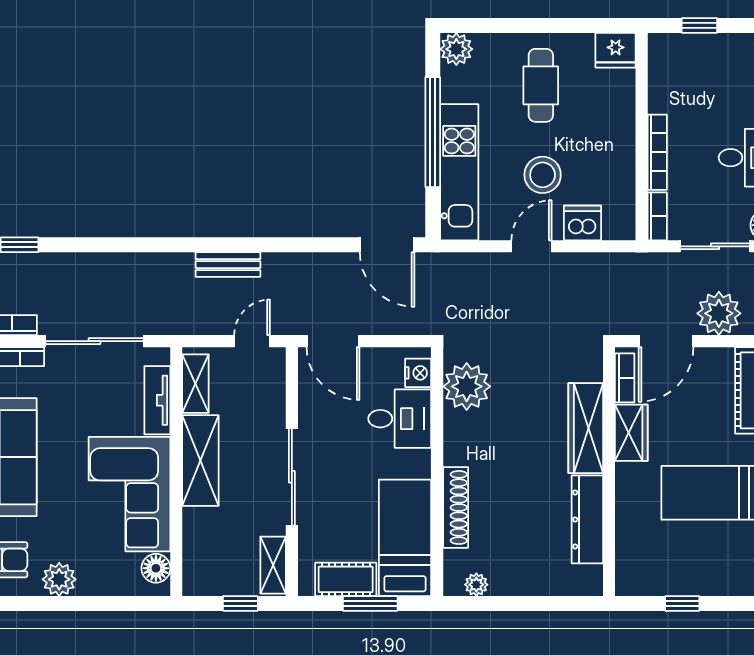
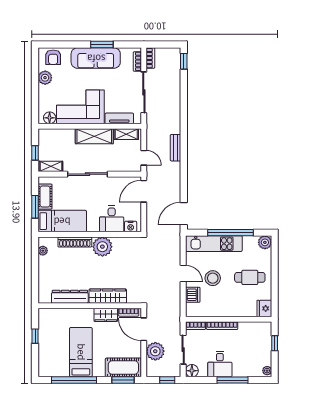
plant: (467, 386) -> (102, 247), moved

